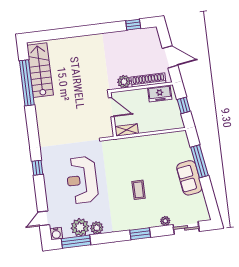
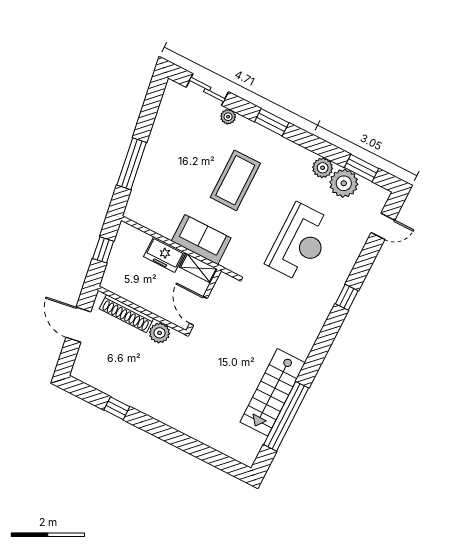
window: (133, 25) -> (117, 408), moved
stairs: (40, 70) -> (273, 392), moved
freezer: (160, 94) -> (164, 254), moved, turned 180
sofa: (189, 178) -> (201, 240), moved, turned -81
coffee table: (139, 190) -> (235, 180), width x1.86, depth x1.72
water cooler: (56, 234) -> (380, 196), removed
window: (76, 242) -> (362, 168), width x0.69

